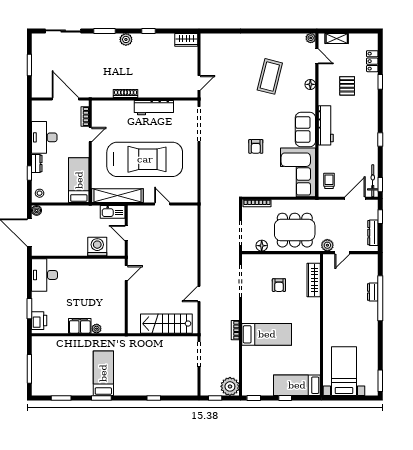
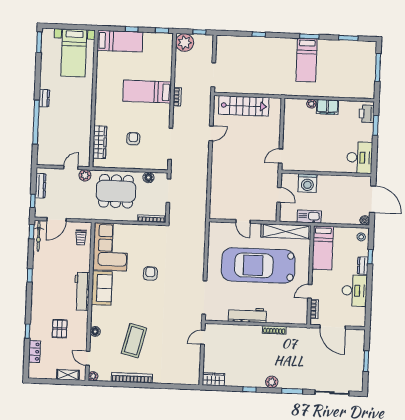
bookcase: (271, 38) -> (132, 378), added
kitchen sink: (113, 212) -> (309, 217), moved
dresser: (373, 292) -> (44, 98), moved

